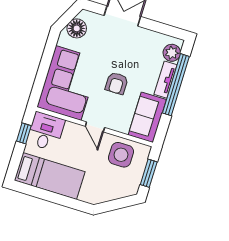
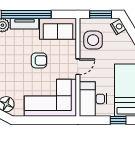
desk: (46, 131) -> (93, 99), width x1.37
window: (24, 133) -> (118, 120), moved
nightstand: (128, 190) -> (118, 27), added

